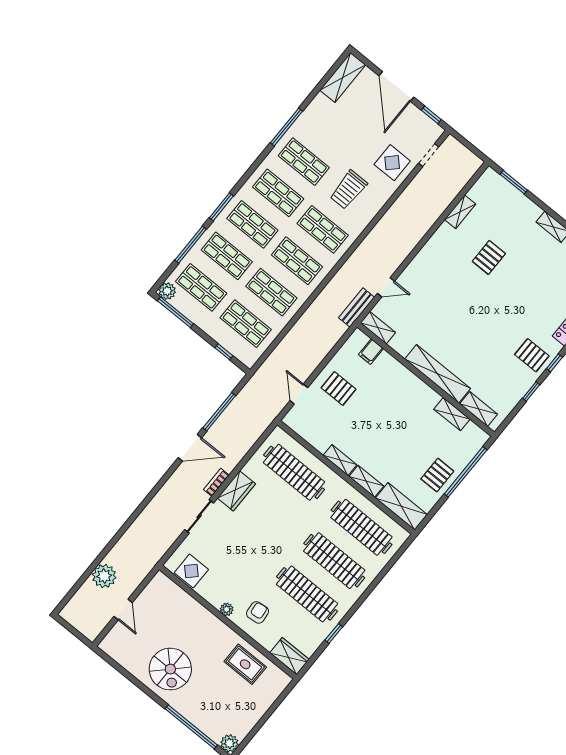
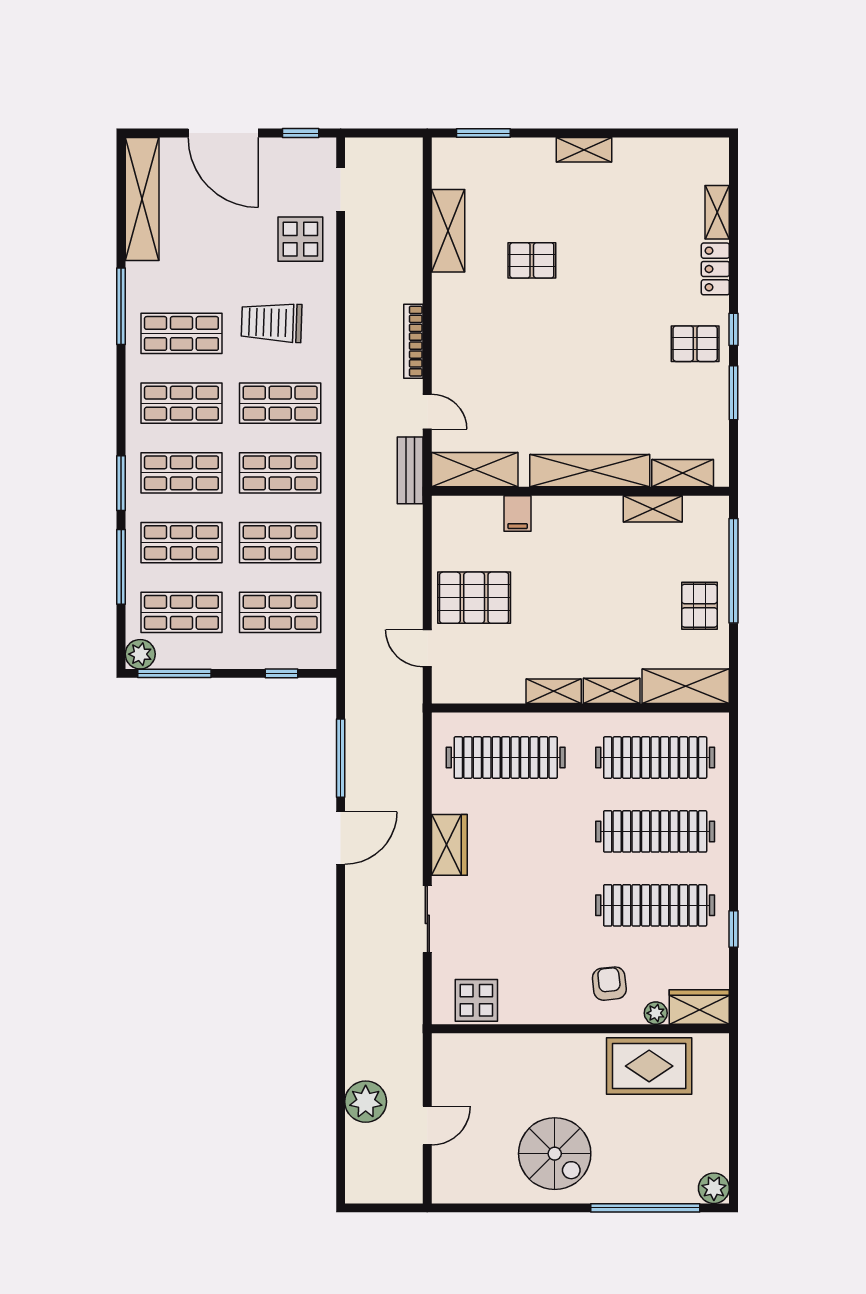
shelving: (343, 77) -> (142, 199), width x1.47
trolley: (348, 190) -> (272, 323), turned 92
shelving: (460, 212) -> (448, 231), width x1.50, depth x1.33
pallet: (489, 257) -> (532, 260), turned 90
door: (386, 287) -> (427, 412), hinge flipped
shelving: (378, 328) -> (475, 470), width x1.50, depth x1.33
filing cabinet: (371, 352) -> (518, 514), moved
pallet: (339, 388) -> (474, 598), width x1.50, depth x1.42
window: (531, 391) -> (734, 393), width x1.50
bookcase: (216, 482) -> (413, 341), moved, width x1.56
door: (123, 609) -> (427, 1126), hinge flipped
plant: (227, 609) -> (656, 1013), moved
rug: (245, 664) -> (649, 1066), width x1.36, depth x1.43

